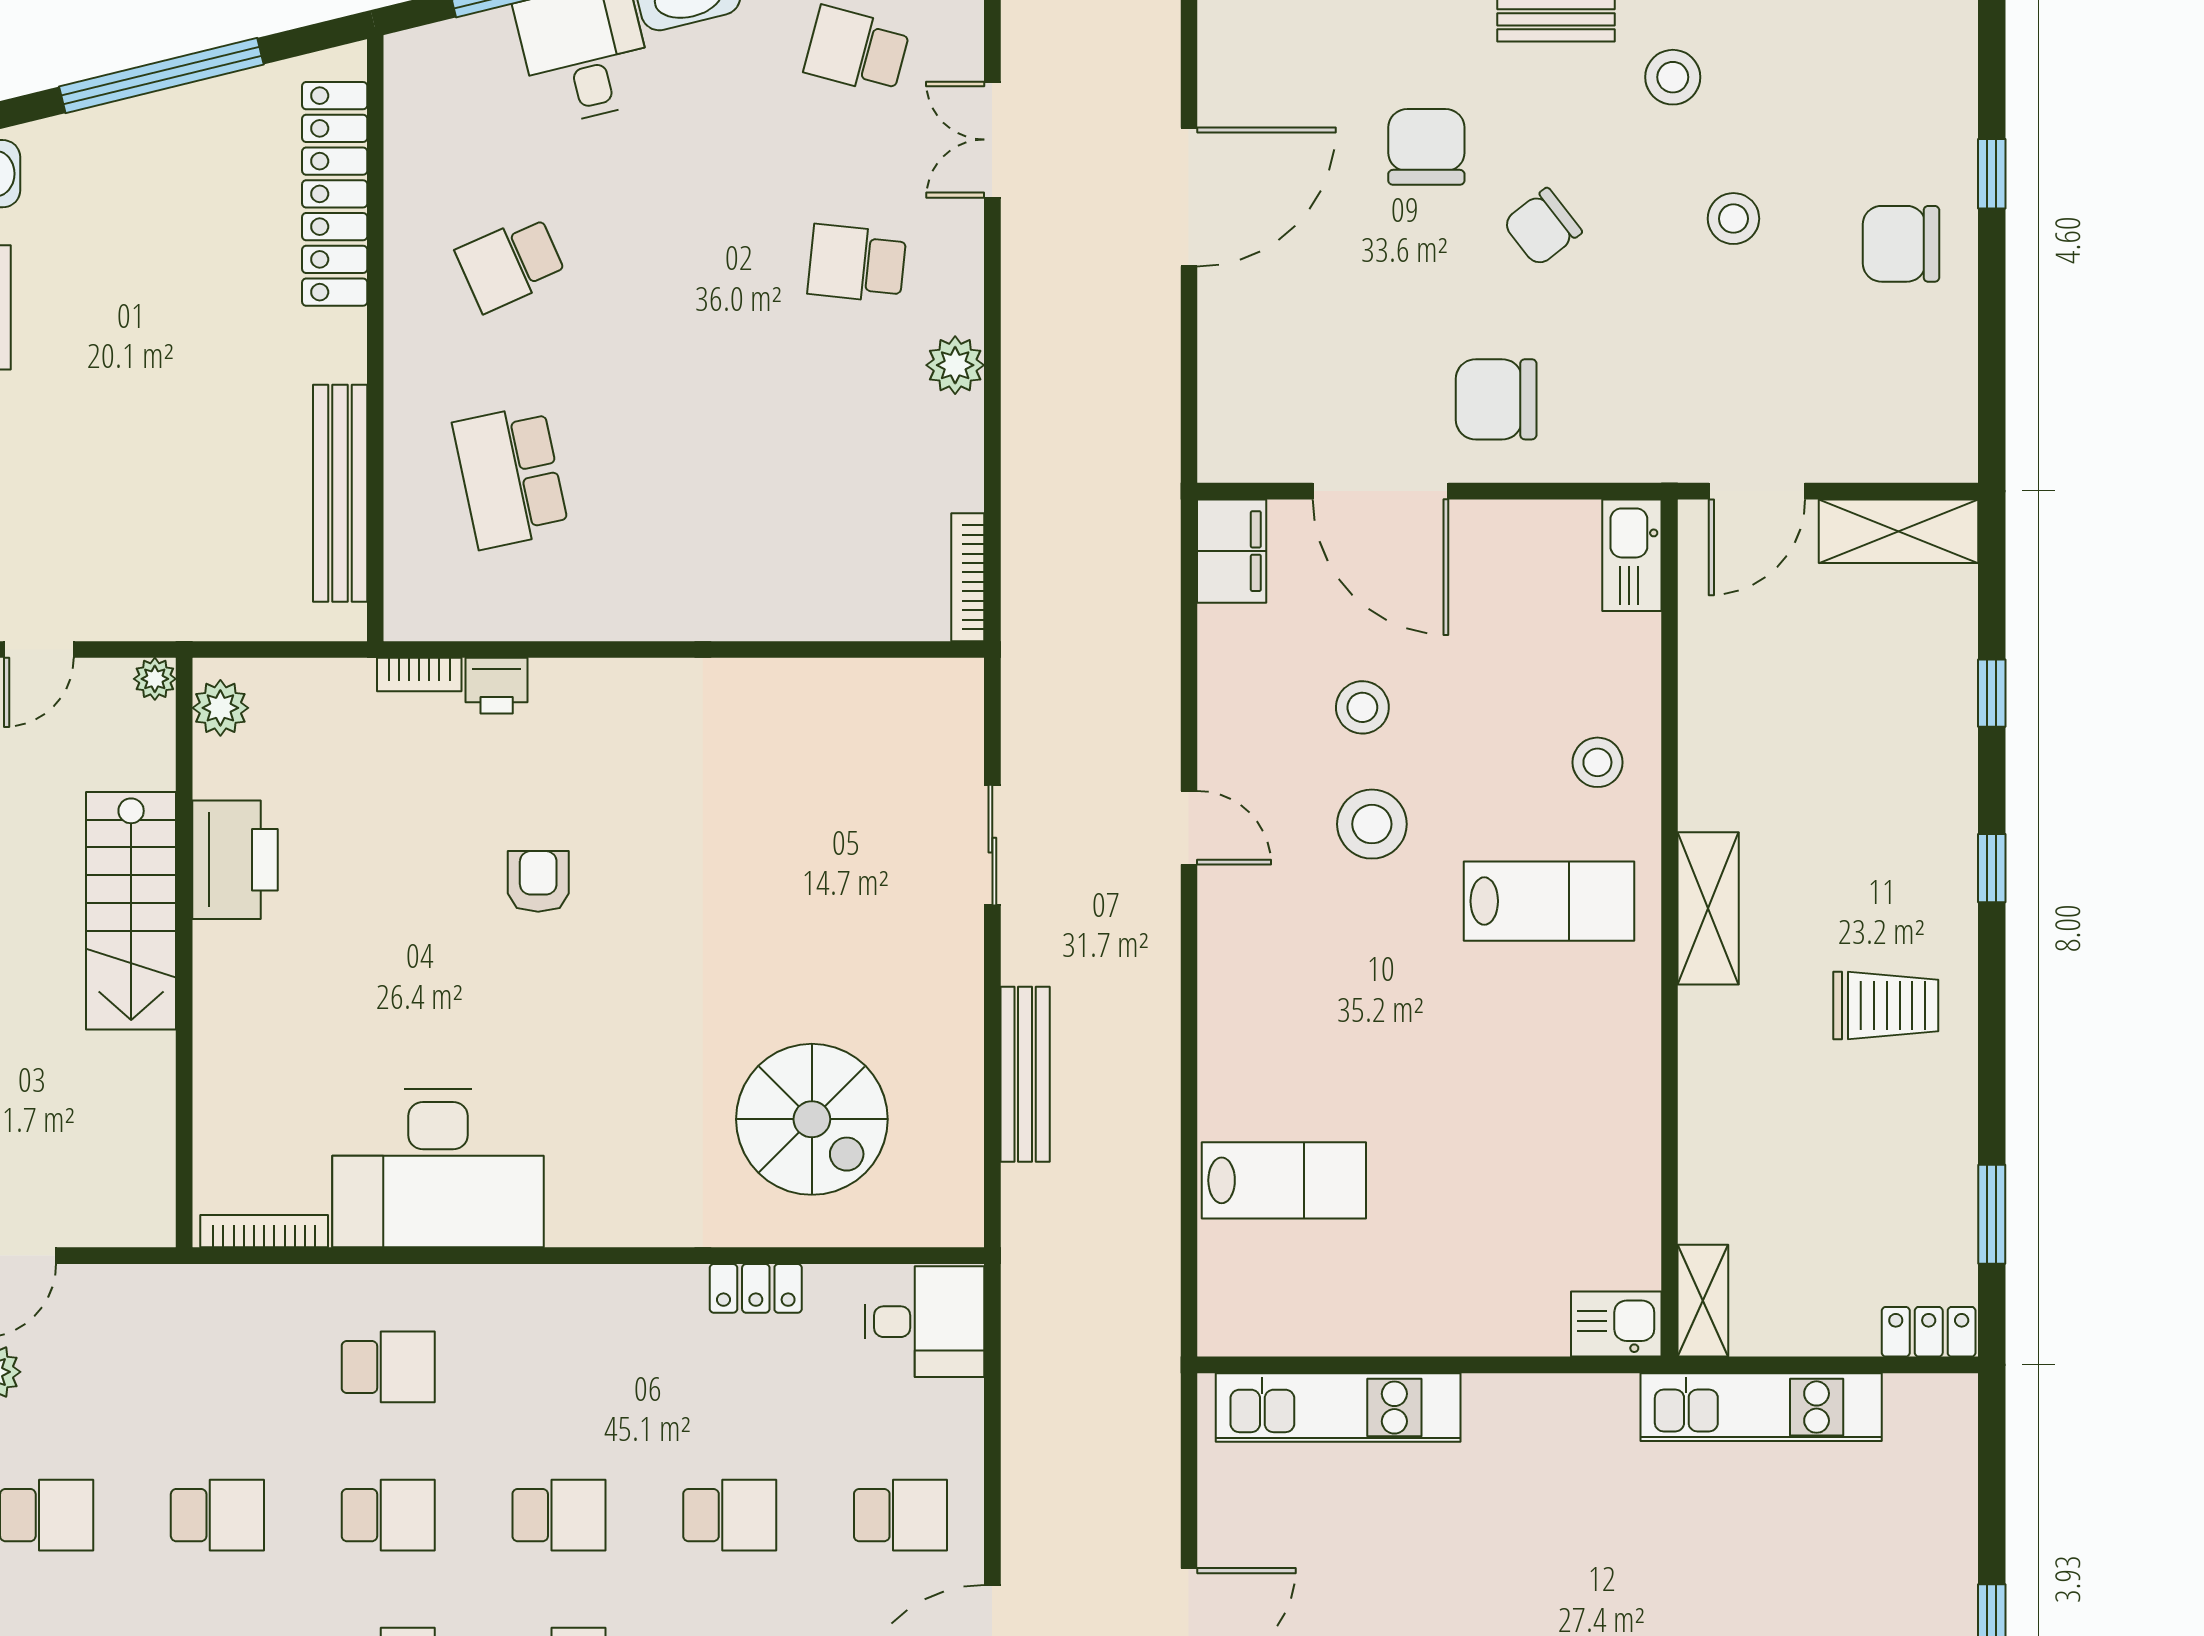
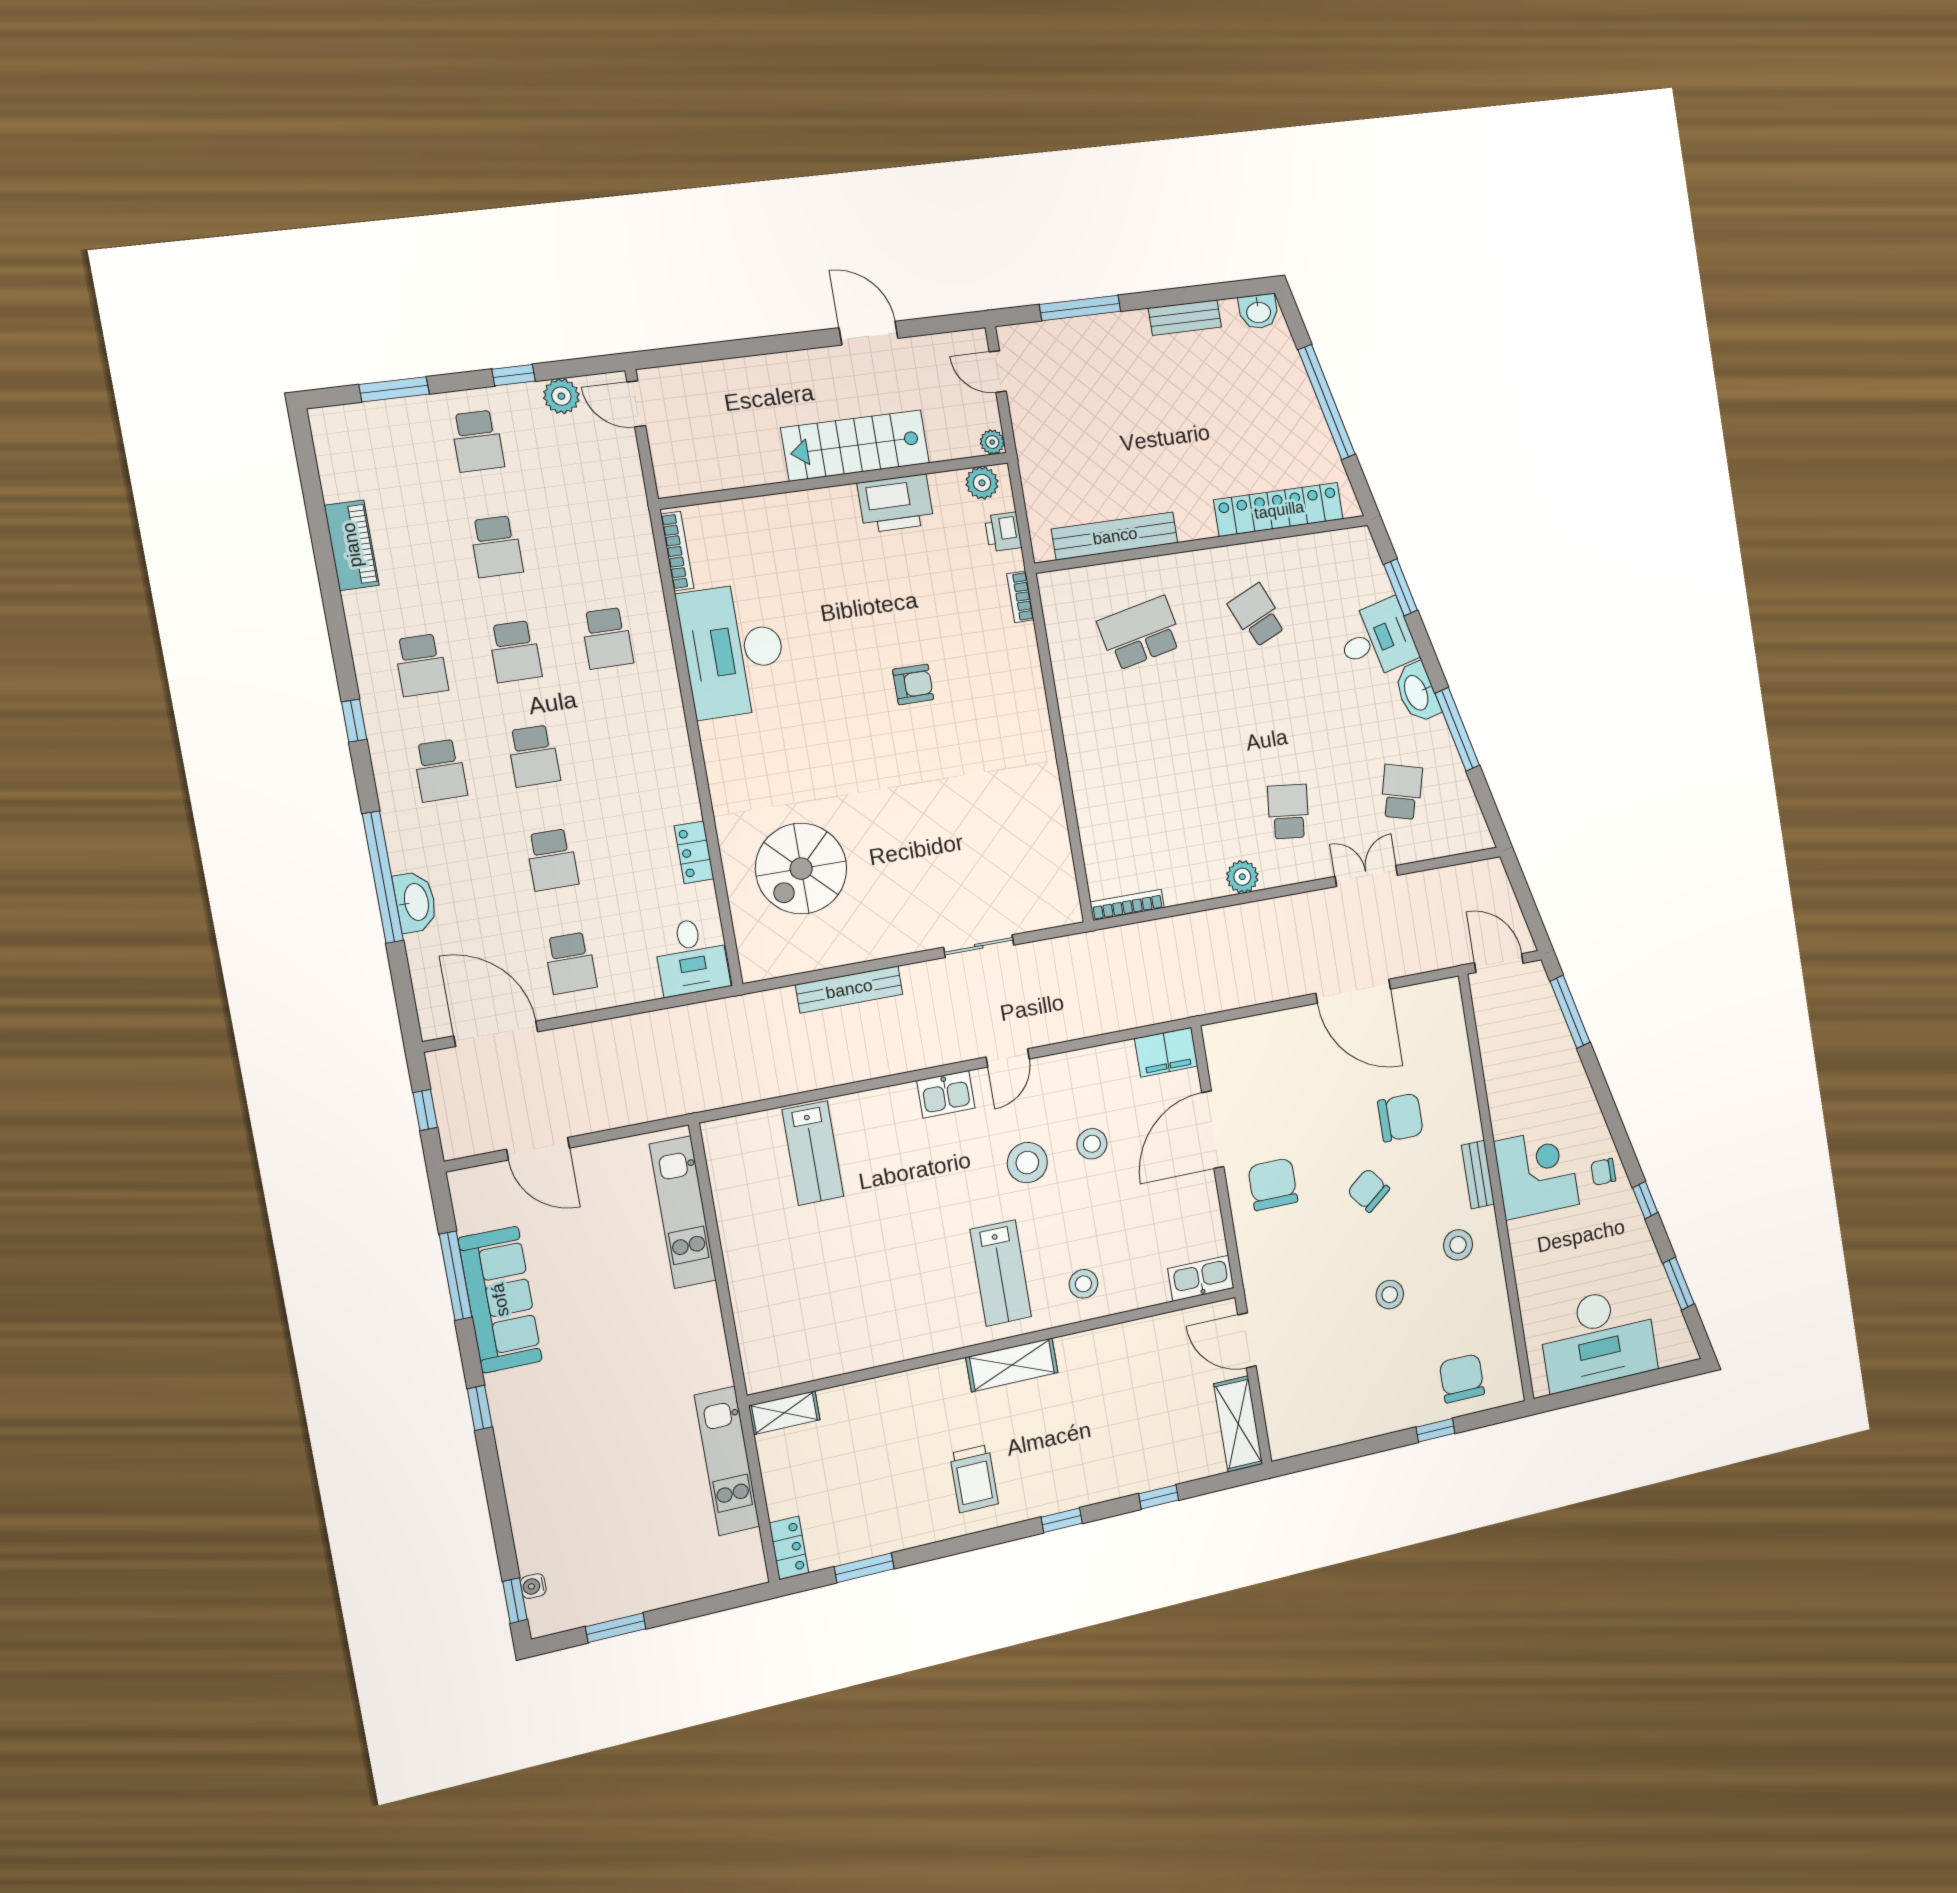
chair: (1901, 244) -> (1462, 1378), moved
printer: (497, 686) -> (1003, 532), moved
kitchen sink: (1616, 1324) -> (946, 1094), moved, turned 90

